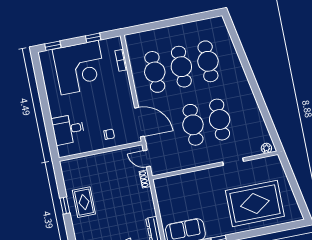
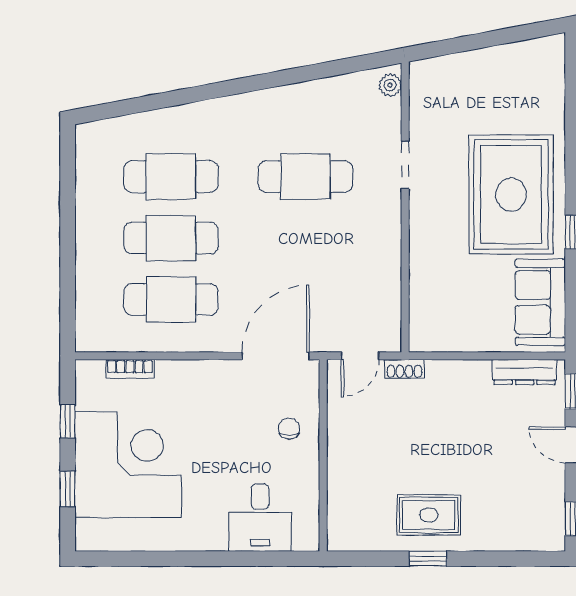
window: (53, 46) -> (68, 489), moved
cafe table: (193, 125) -> (305, 238), removed
rug: (255, 203) -> (511, 195), moved

